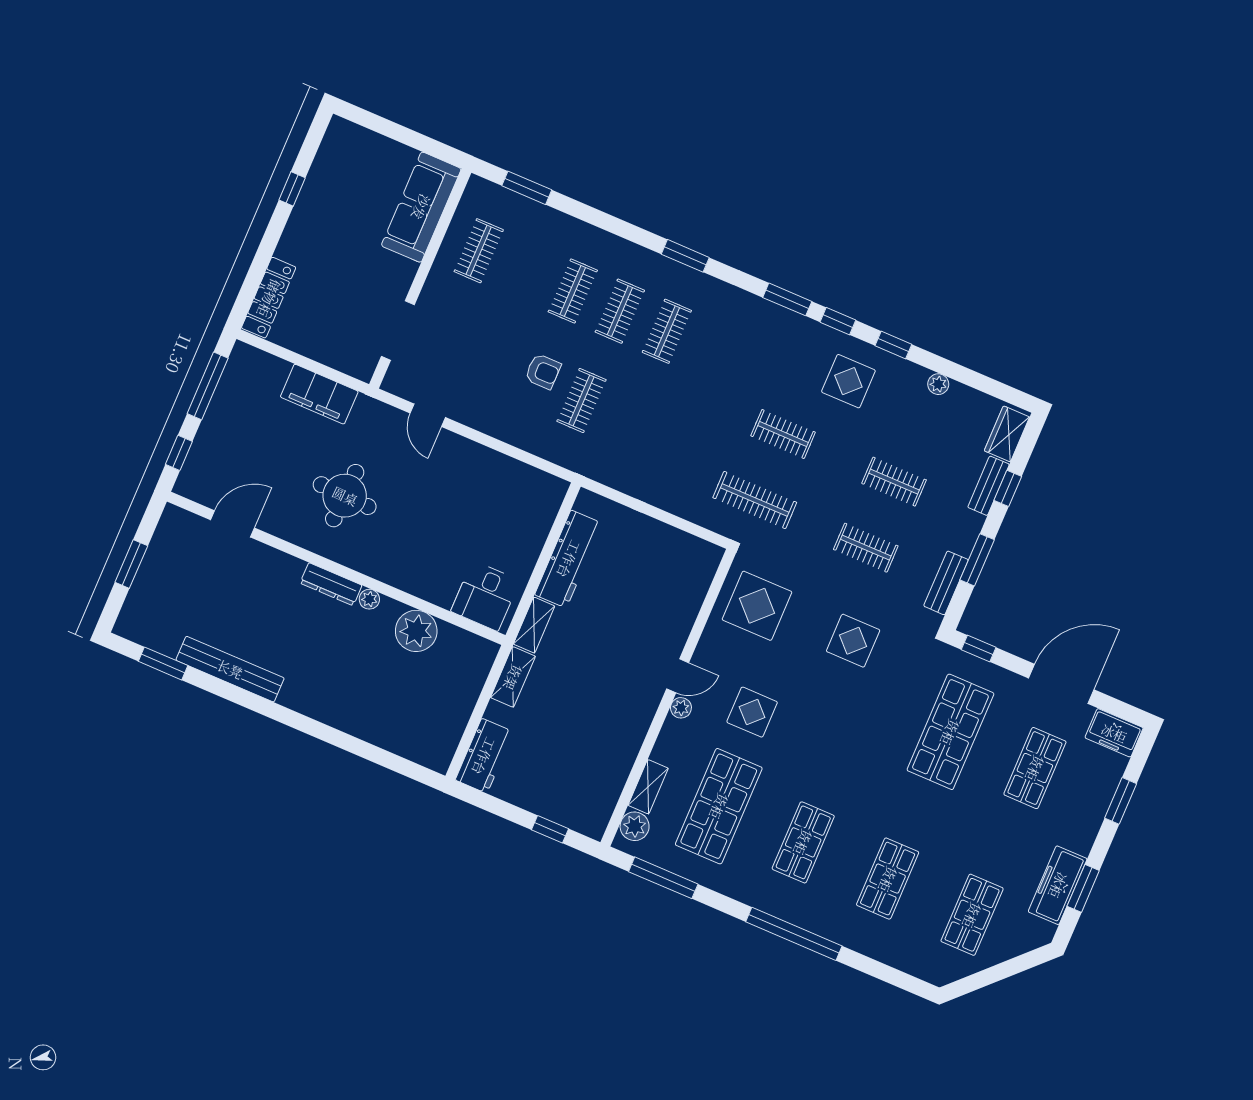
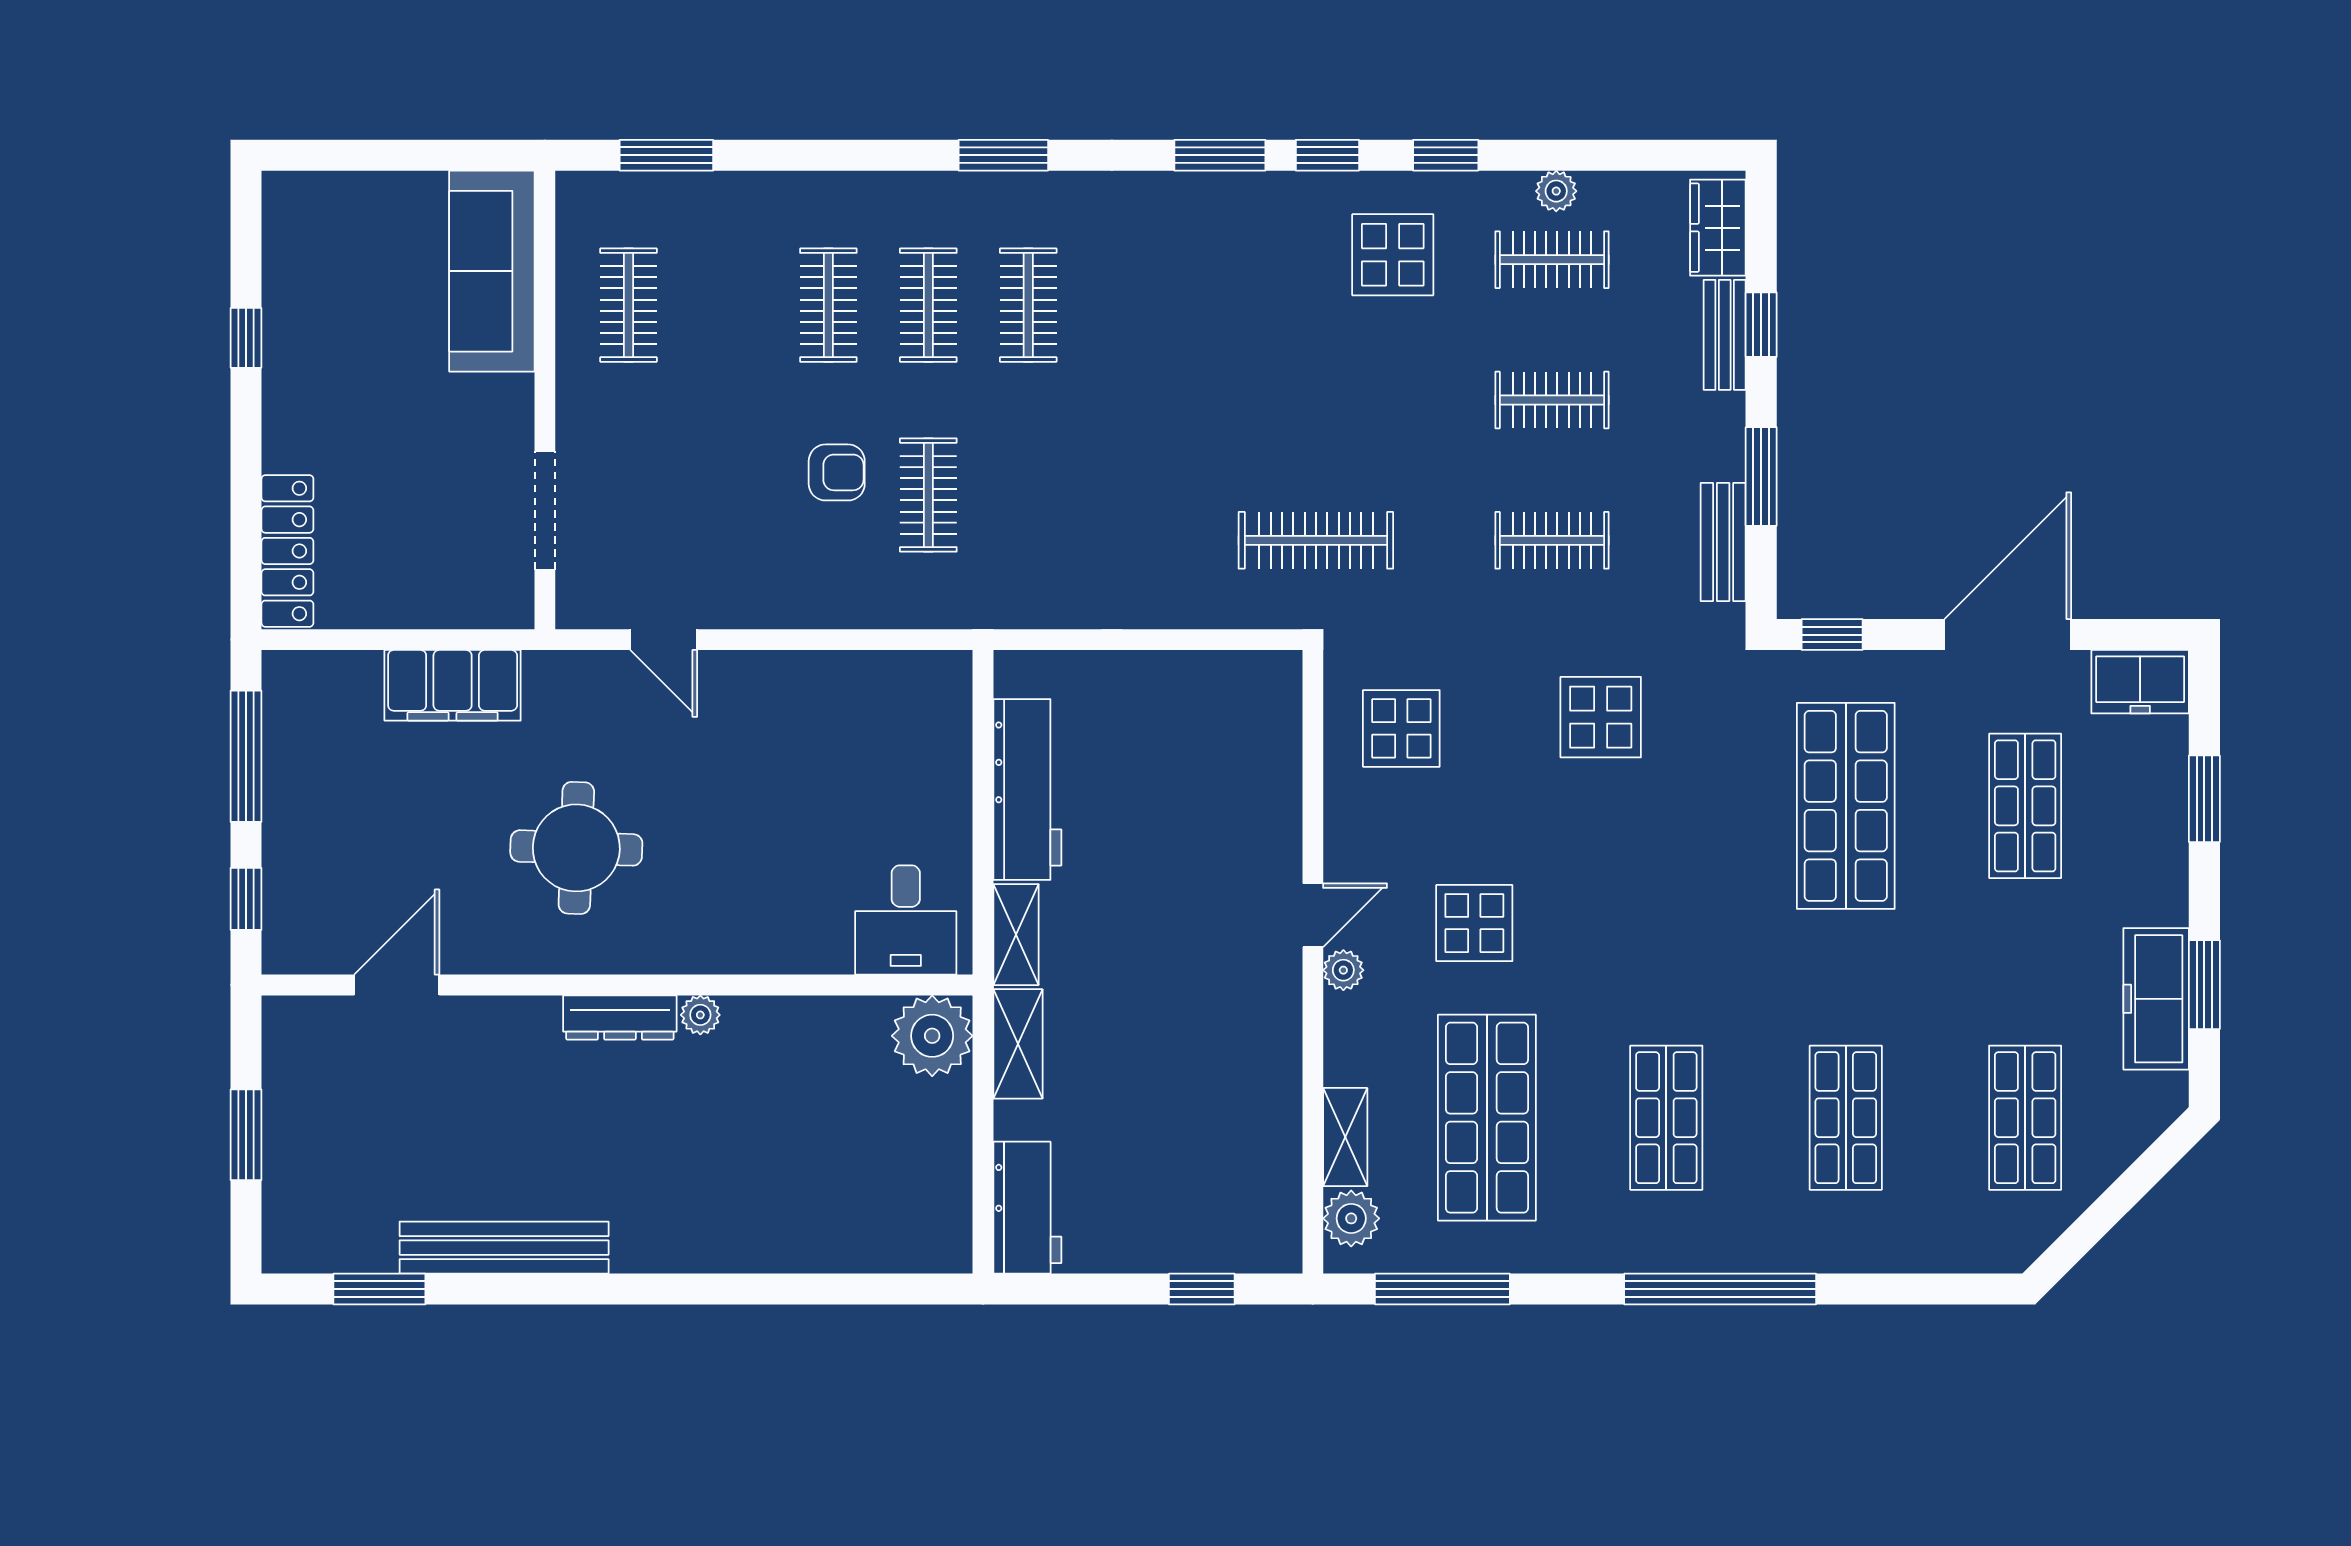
clothes rail: (783, 434) -> (1552, 260), moved
display table: (757, 606) -> (1401, 728), width x0.73, depth x0.73
plant: (416, 631) -> (932, 1036), moved

